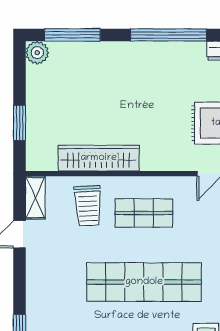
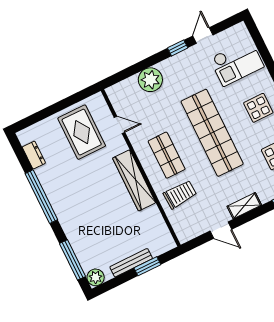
bench: (34, 105) -> (131, 263), added
wardrobe: (99, 158) -> (134, 180), moved
shelving: (35, 198) -> (244, 206), moved

